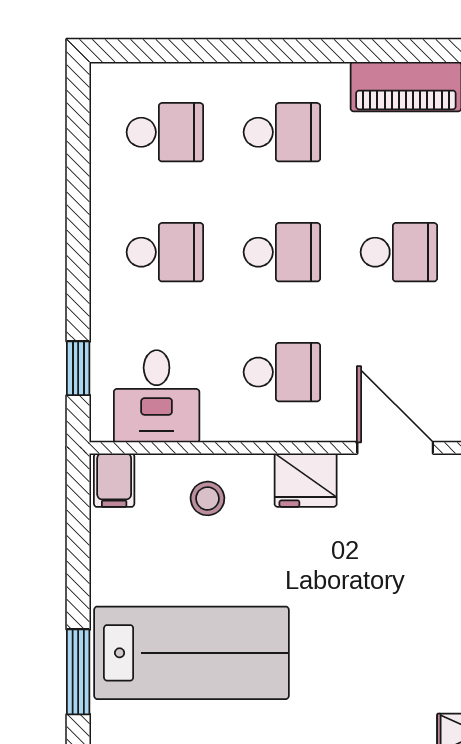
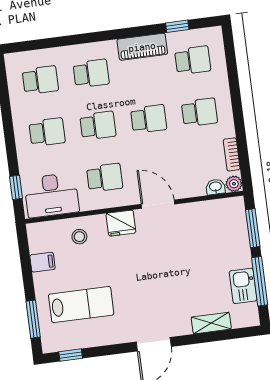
desk: (157, 396) -> (52, 195), width x1.37
filing cabinet: (114, 480) -> (42, 262), moved, turned -90
lab bench: (192, 653) -> (81, 305), width x0.73, depth x0.72

